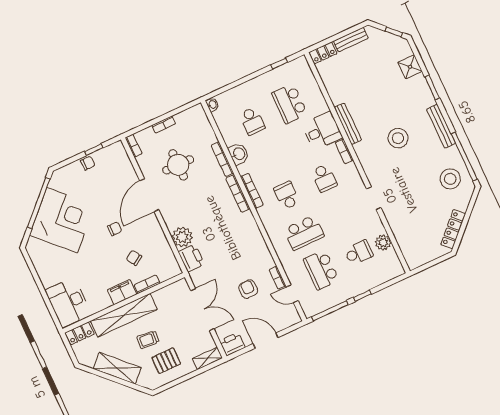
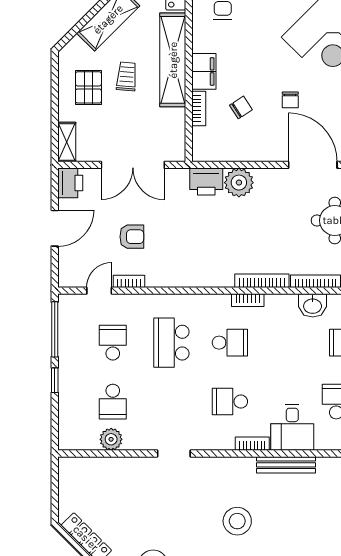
bookcase: (252, 191) -> (248, 300), width x0.64
school desk: (321, 270) -> (113, 343), width x0.54

